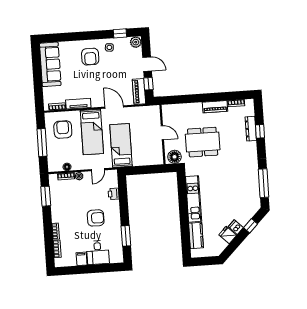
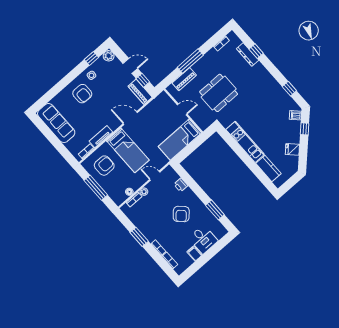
window: (200, 98) -> (190, 61), added
piano: (215, 107) -> (184, 79), moved
armchair: (63, 130) -> (104, 166), turned 90
bed: (121, 146) -> (180, 140), moved, turned -90
floor lamp: (174, 157) -> (206, 121), removed
door: (98, 170) -> (155, 176), swing flipped
window: (264, 183) -> (289, 89), width x0.46
window: (46, 196) -> (139, 237), moved
armchair: (96, 218) -> (181, 214), turned 133
dishwasher: (236, 227) -> (295, 115), moved

